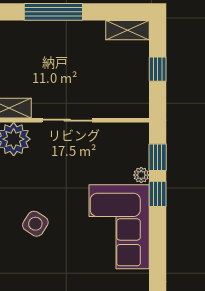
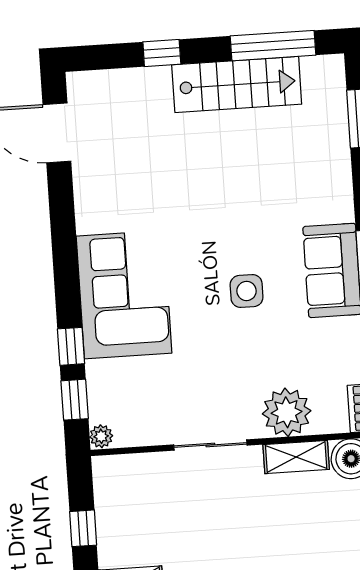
plant: (141, 175) -> (101, 436), moved
side table: (35, 224) -> (247, 291), turned -33

